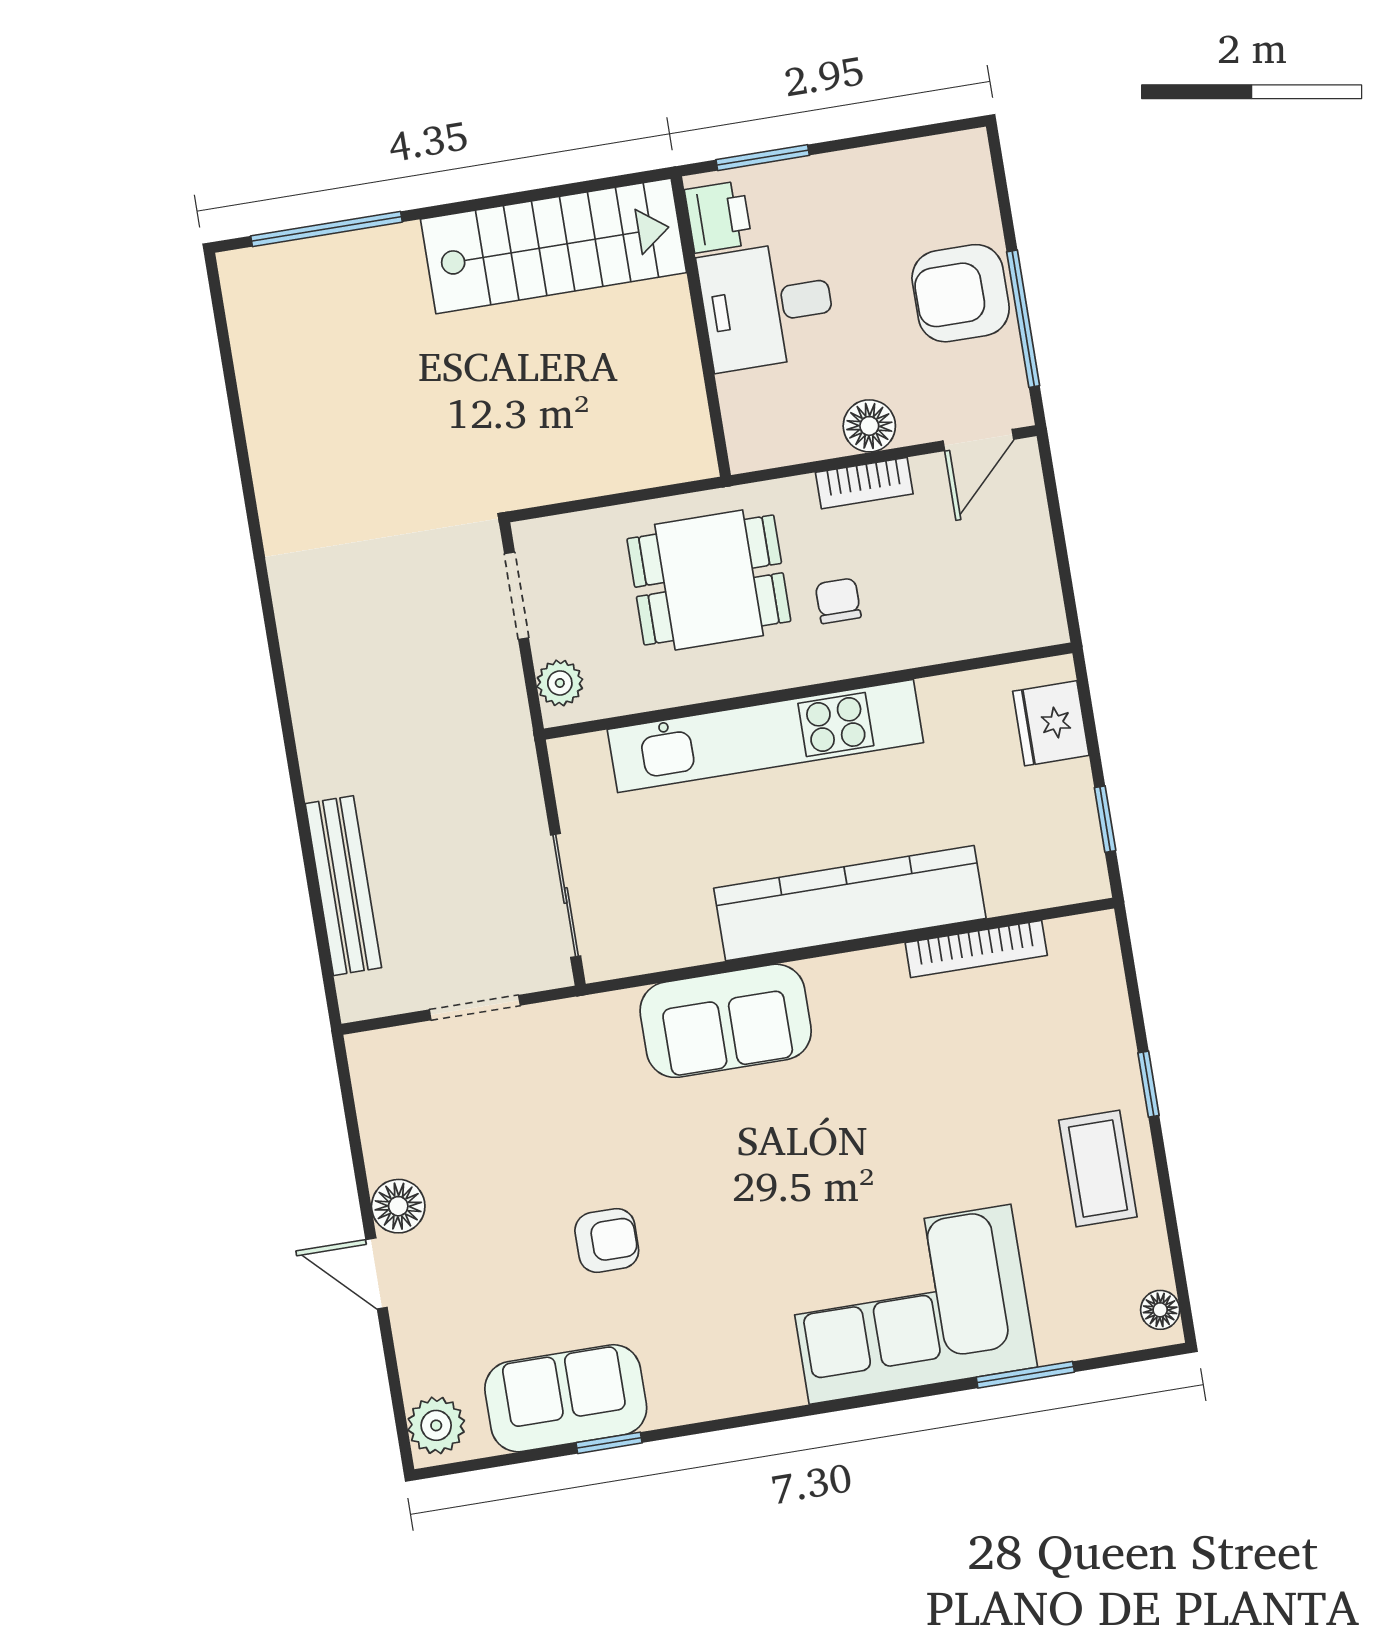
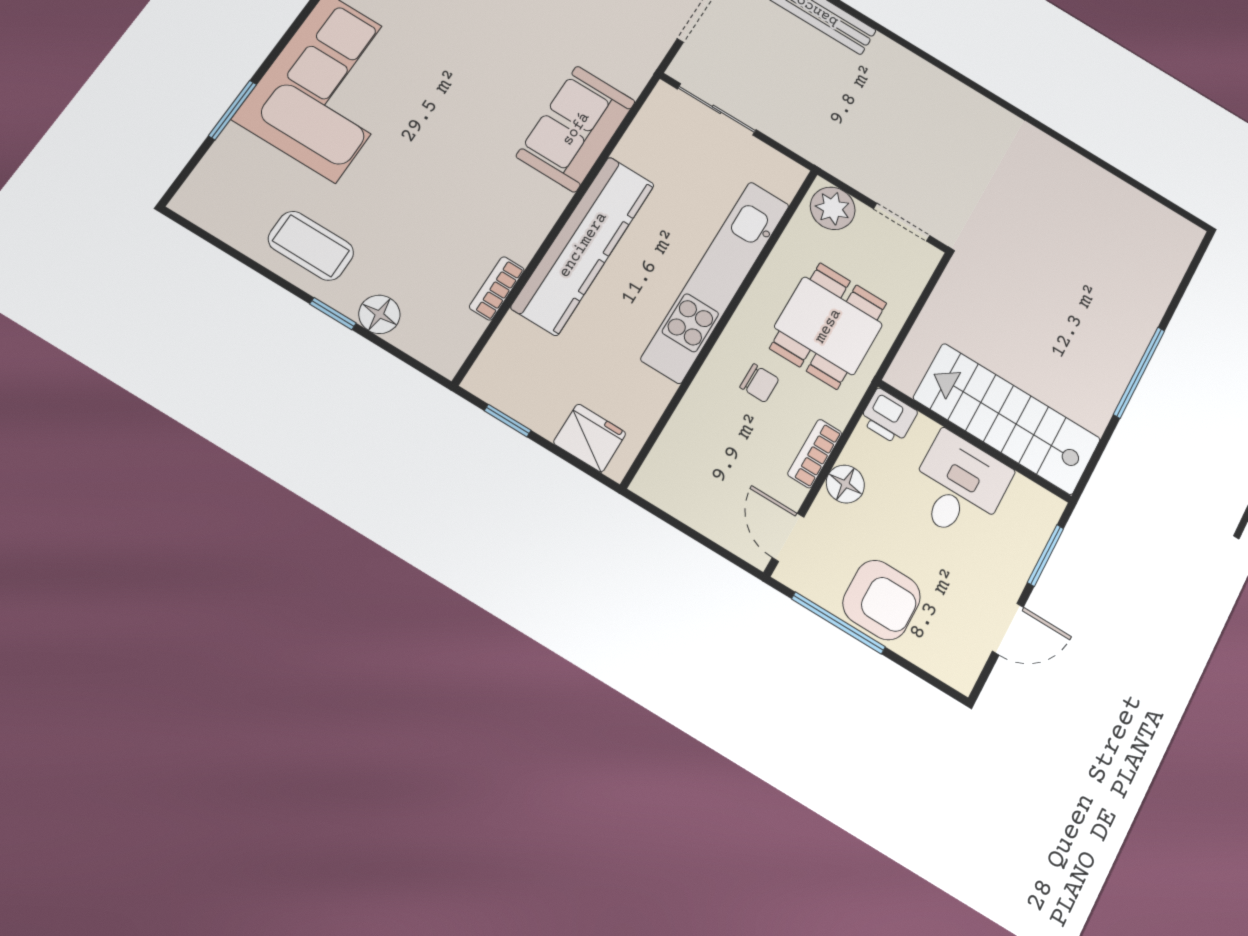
door: (878, 139) -> (1008, 629), added
printer: (718, 217) -> (888, 417), moved
window: (327, 229) -> (1139, 372), moved
stairs: (553, 246) -> (1007, 419), moved, turned 90
armchair: (961, 293) -> (882, 600), turned 90
plant: (560, 683) -> (833, 208), width x1.38, depth x1.38
bookcase: (976, 949) -> (497, 288), width x0.64
floor lamp: (1160, 1310) -> (379, 314), moved, width x1.37, depth x1.37

